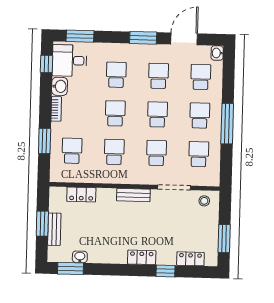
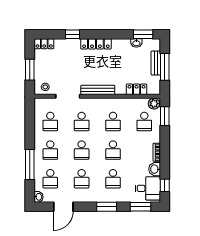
window: (143, 38) -> (107, 207), moved
window: (227, 124) -> (30, 164), moved
window: (45, 141) -> (165, 116), moved
plant: (58, 175) -> (154, 104), added
bench: (133, 195) -> (98, 90), width x1.36
window: (42, 224) -> (165, 67), width x1.44
window: (224, 239) -> (30, 70), moved
locker: (142, 257) -> (96, 44), width x1.53
locker: (190, 259) -> (44, 44), moved

